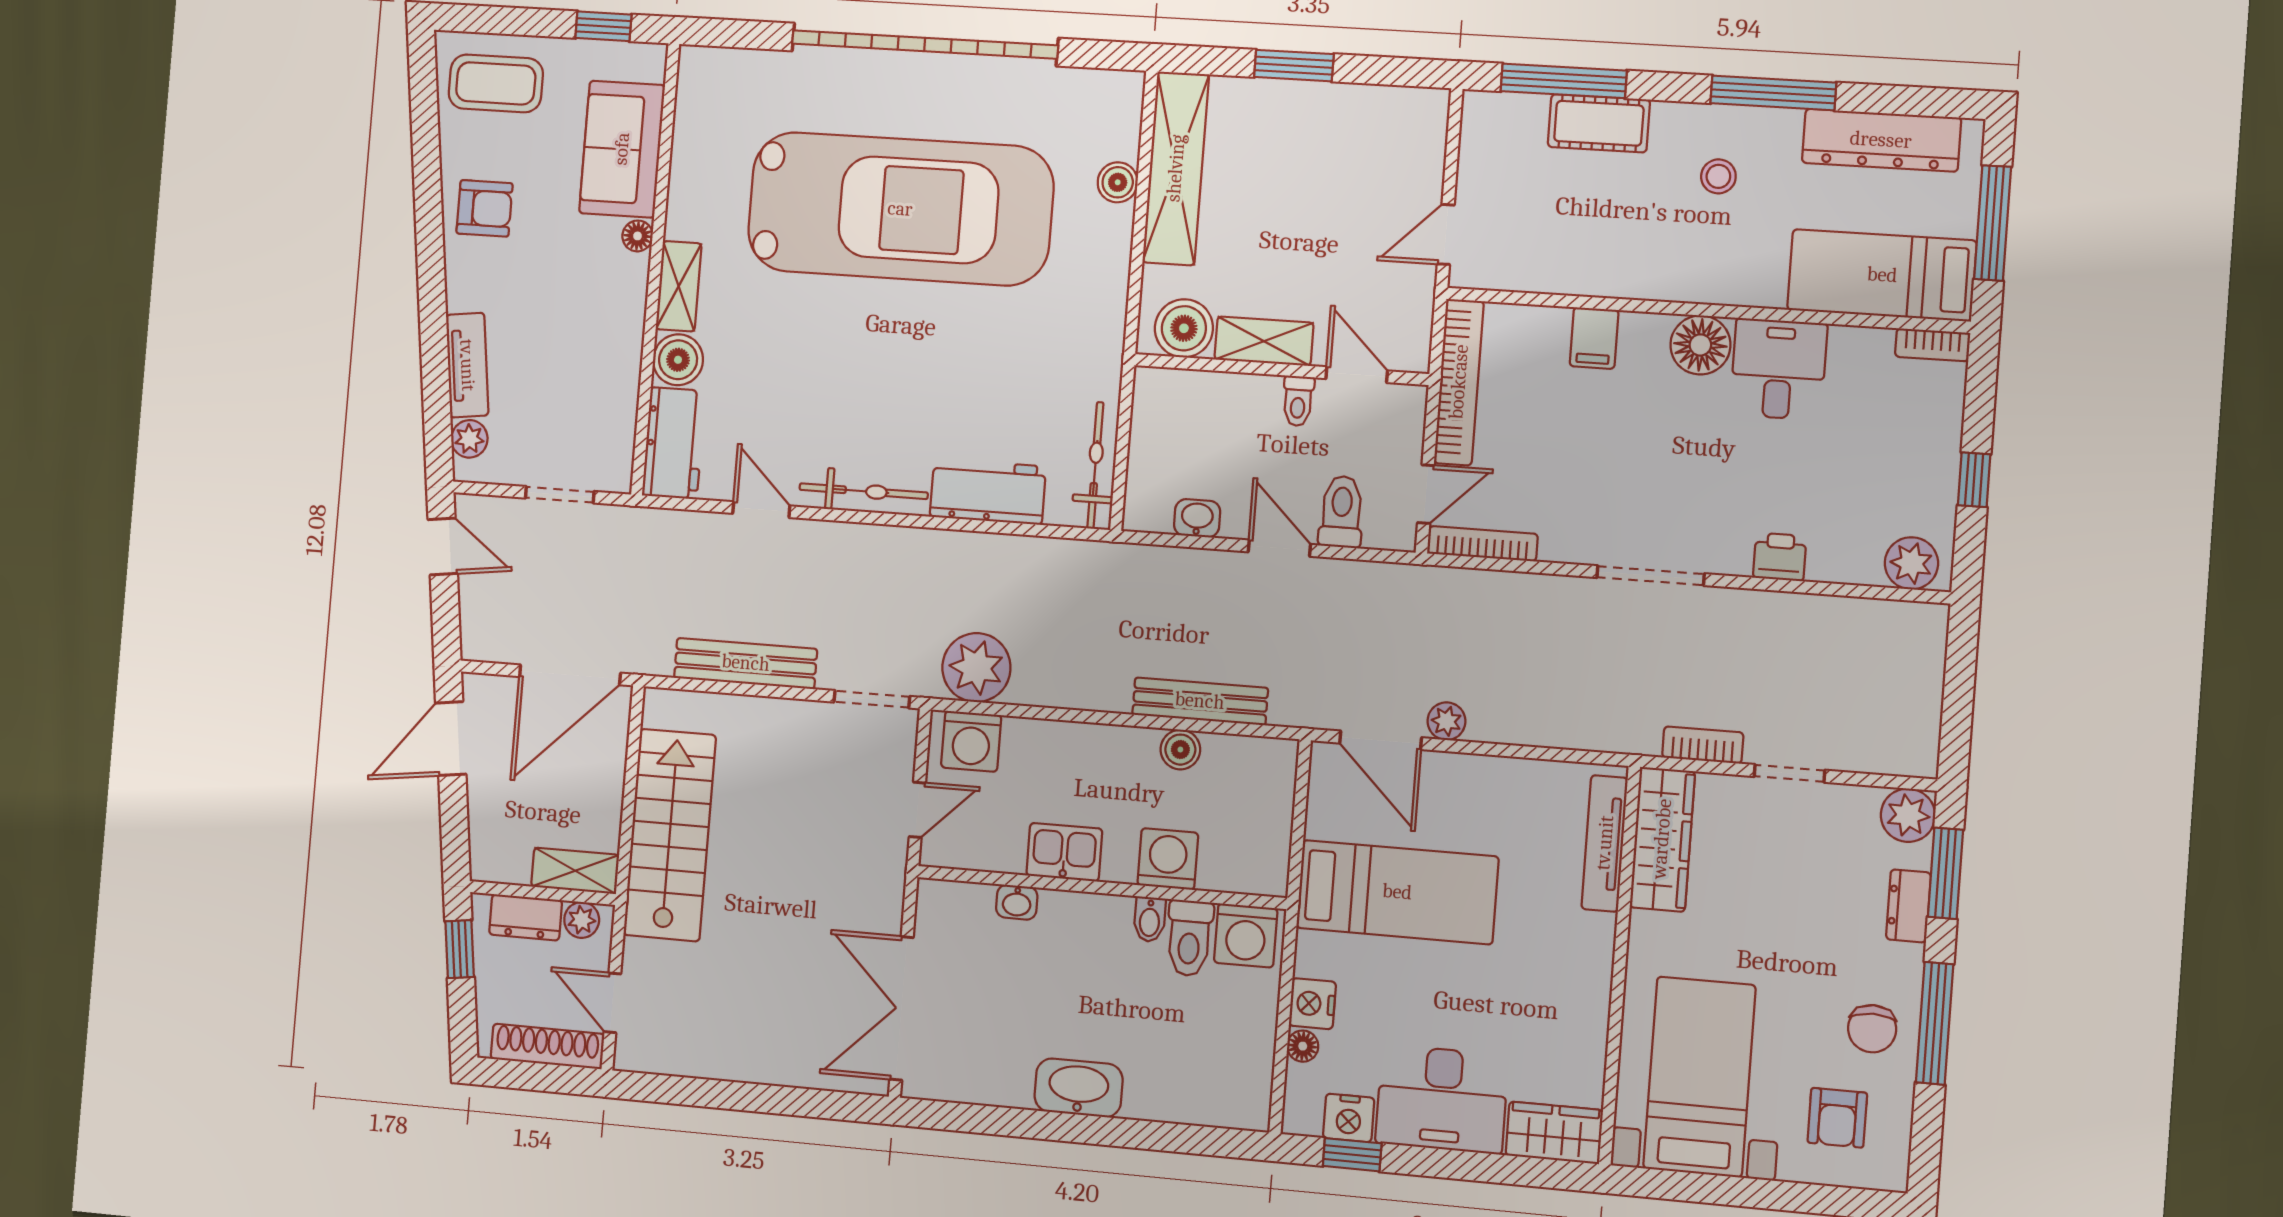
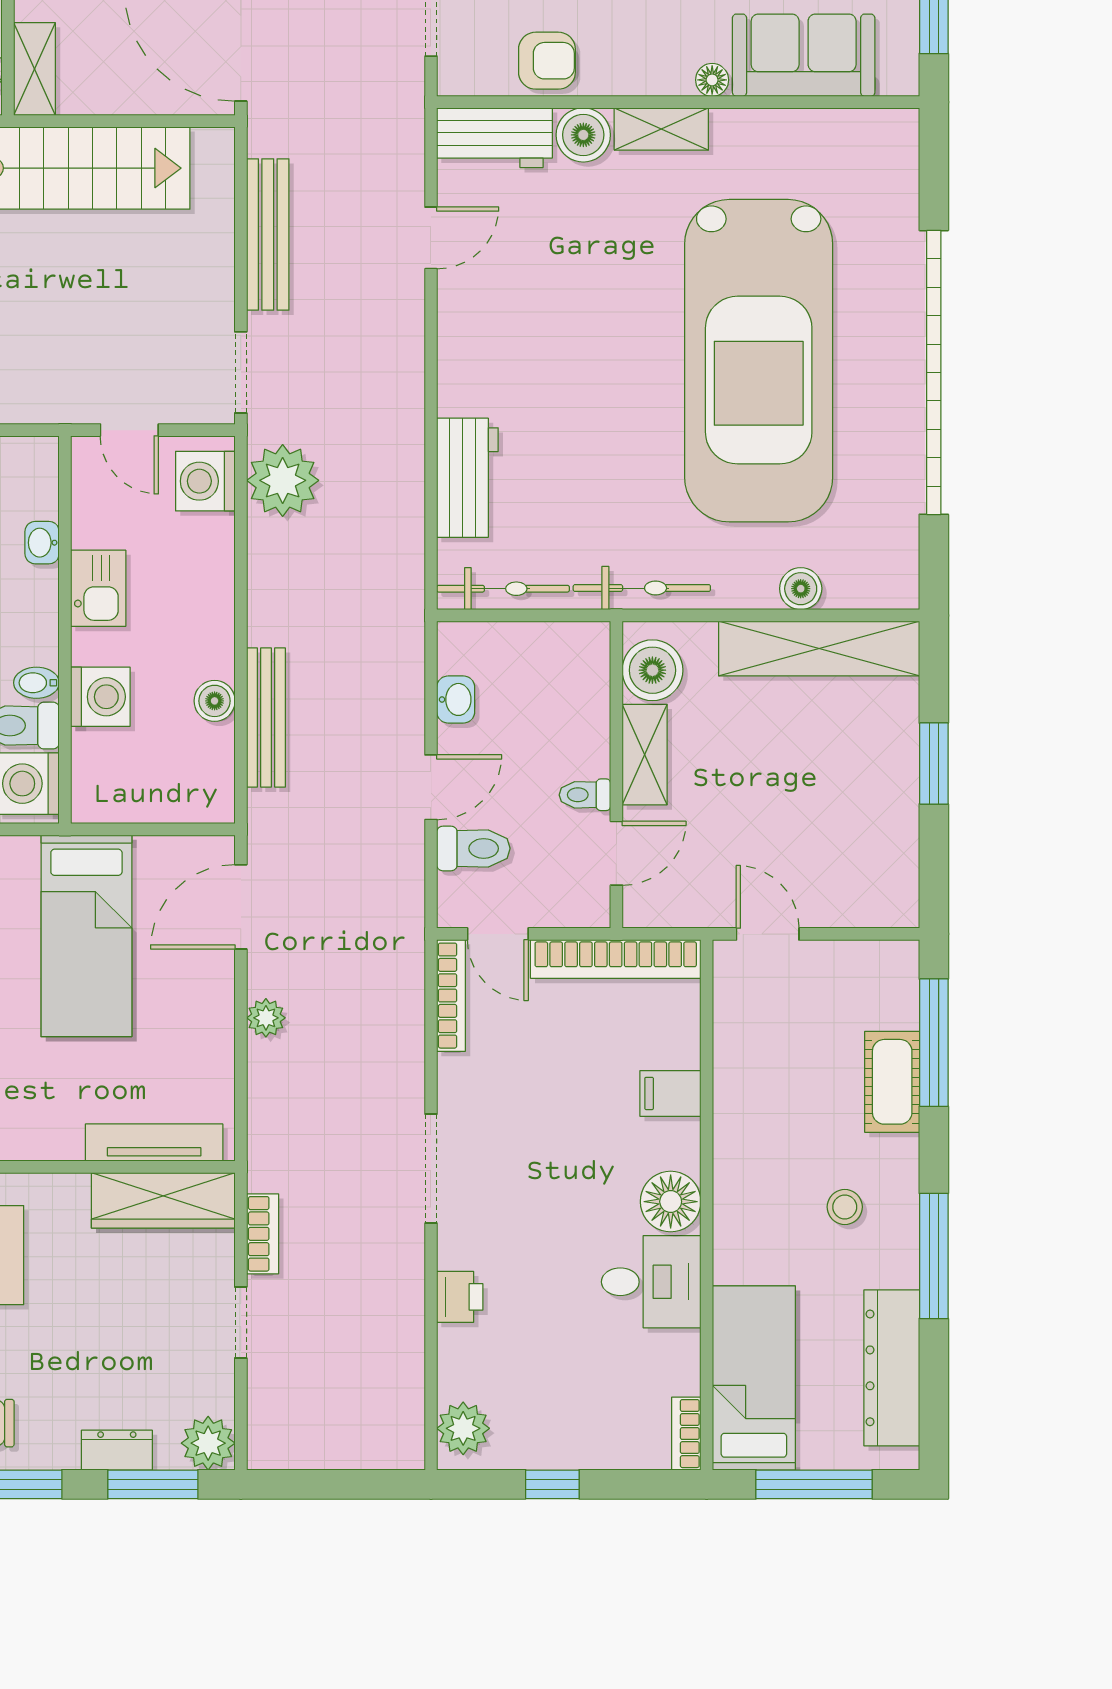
armchair: (607, 389) -> (547, 61), added
bicycle: (864, 491) -> (642, 588), moved, turned -90
plant: (1446, 721) -> (266, 1018), moved

